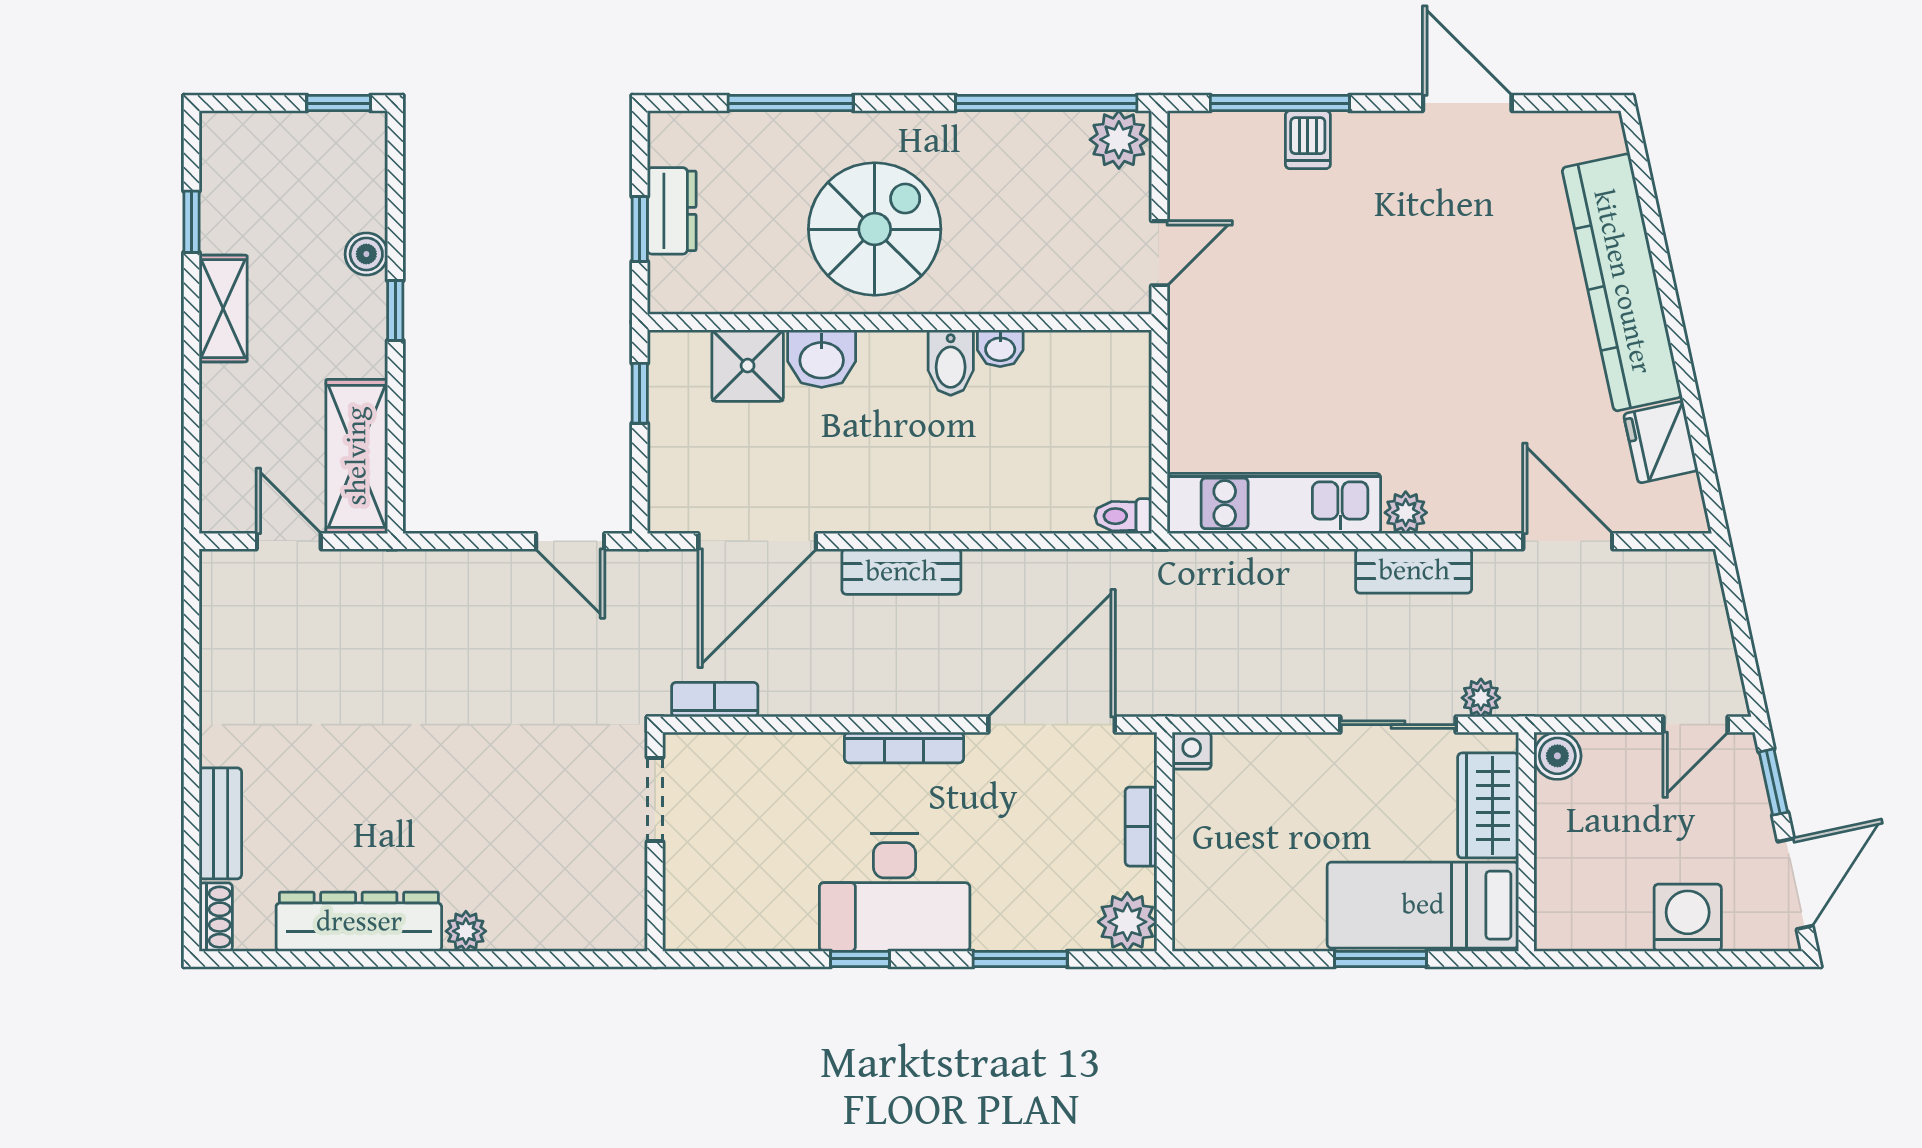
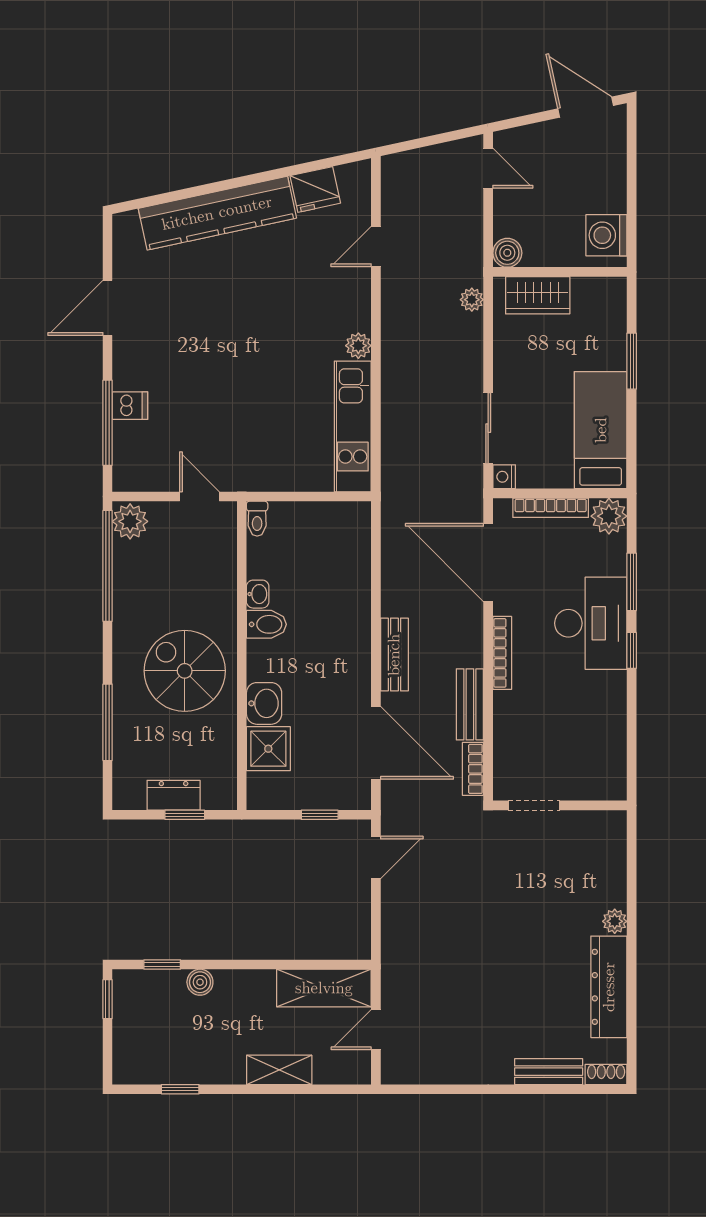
shelving: (223, 309) -> (279, 1070), moved
window: (395, 310) -> (162, 964), moved
window: (640, 393) -> (320, 815), moved
toilet: (1123, 516) -> (257, 519), moved
door: (1568, 541) -> (376, 246), width x0.73
bench: (1414, 571) -> (470, 704), moved
sliding door: (1398, 725) -> (488, 428), moved
window: (1773, 782) -> (523, 121), removed
bookcase: (1141, 827) -> (551, 508), width x1.56
desk: (895, 892) -> (591, 623), moved
bed: (1423, 905) -> (601, 430), moved, turned 180
washing machine: (1688, 918) -> (606, 235), moved
window: (860, 959) -> (632, 650), moved

